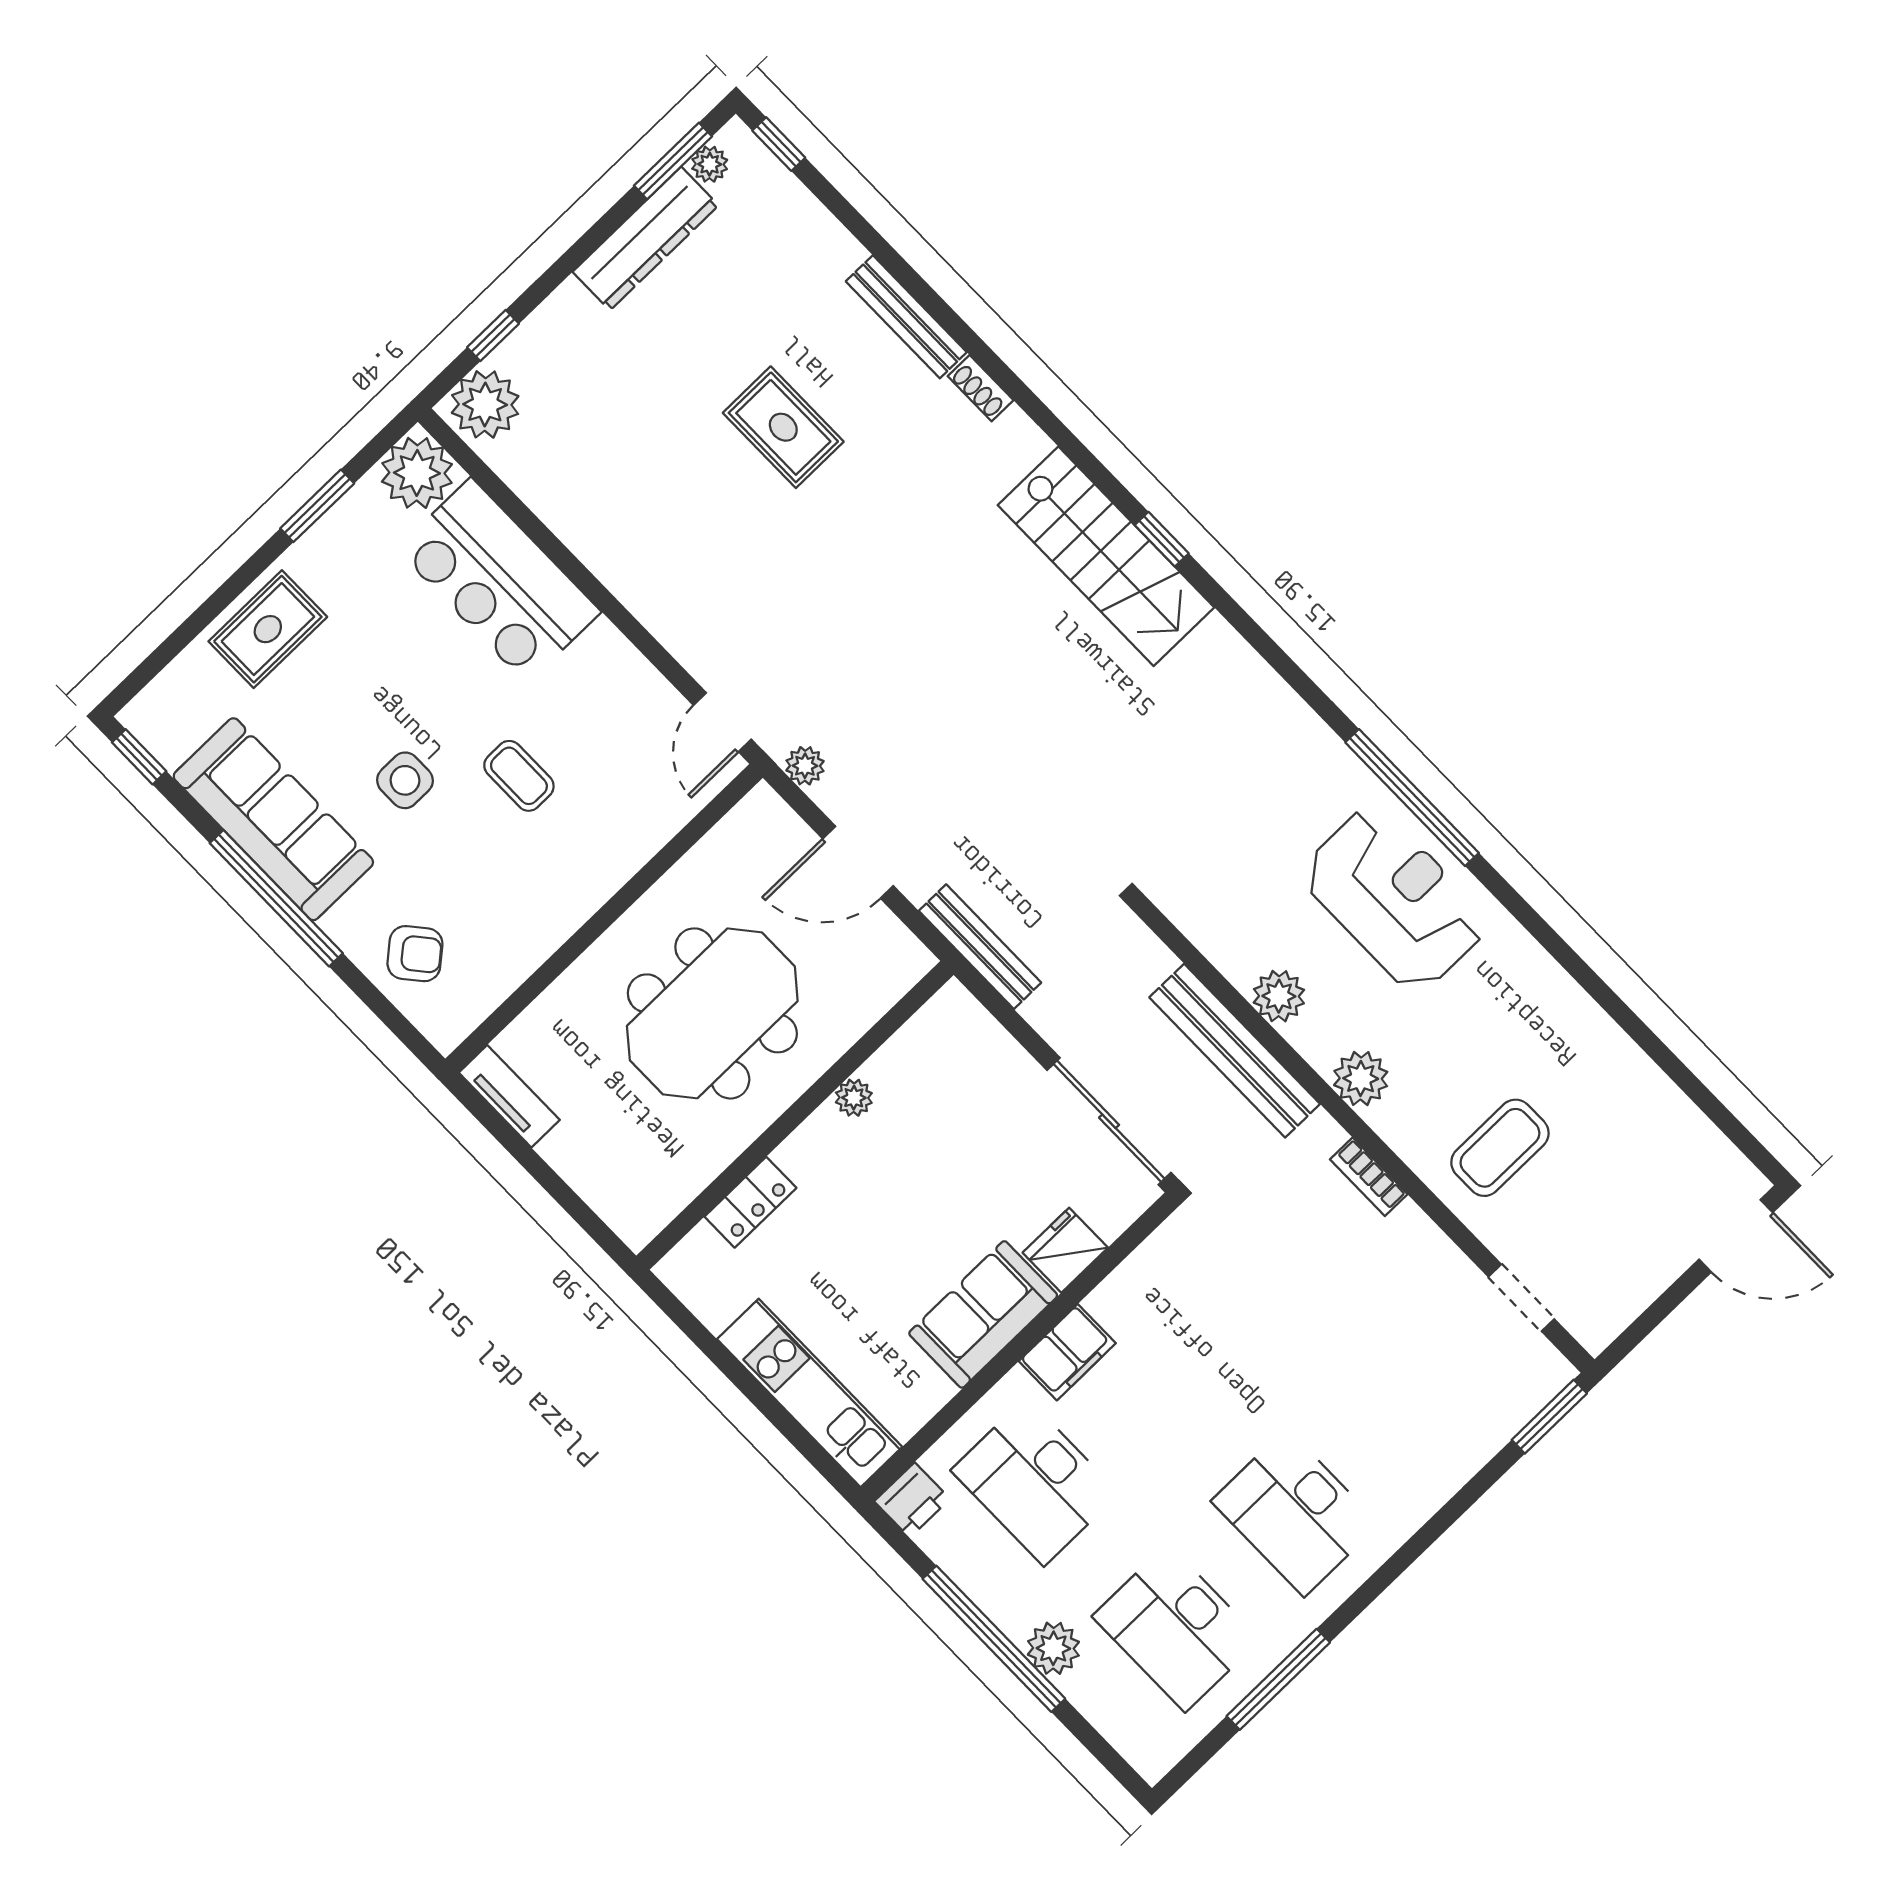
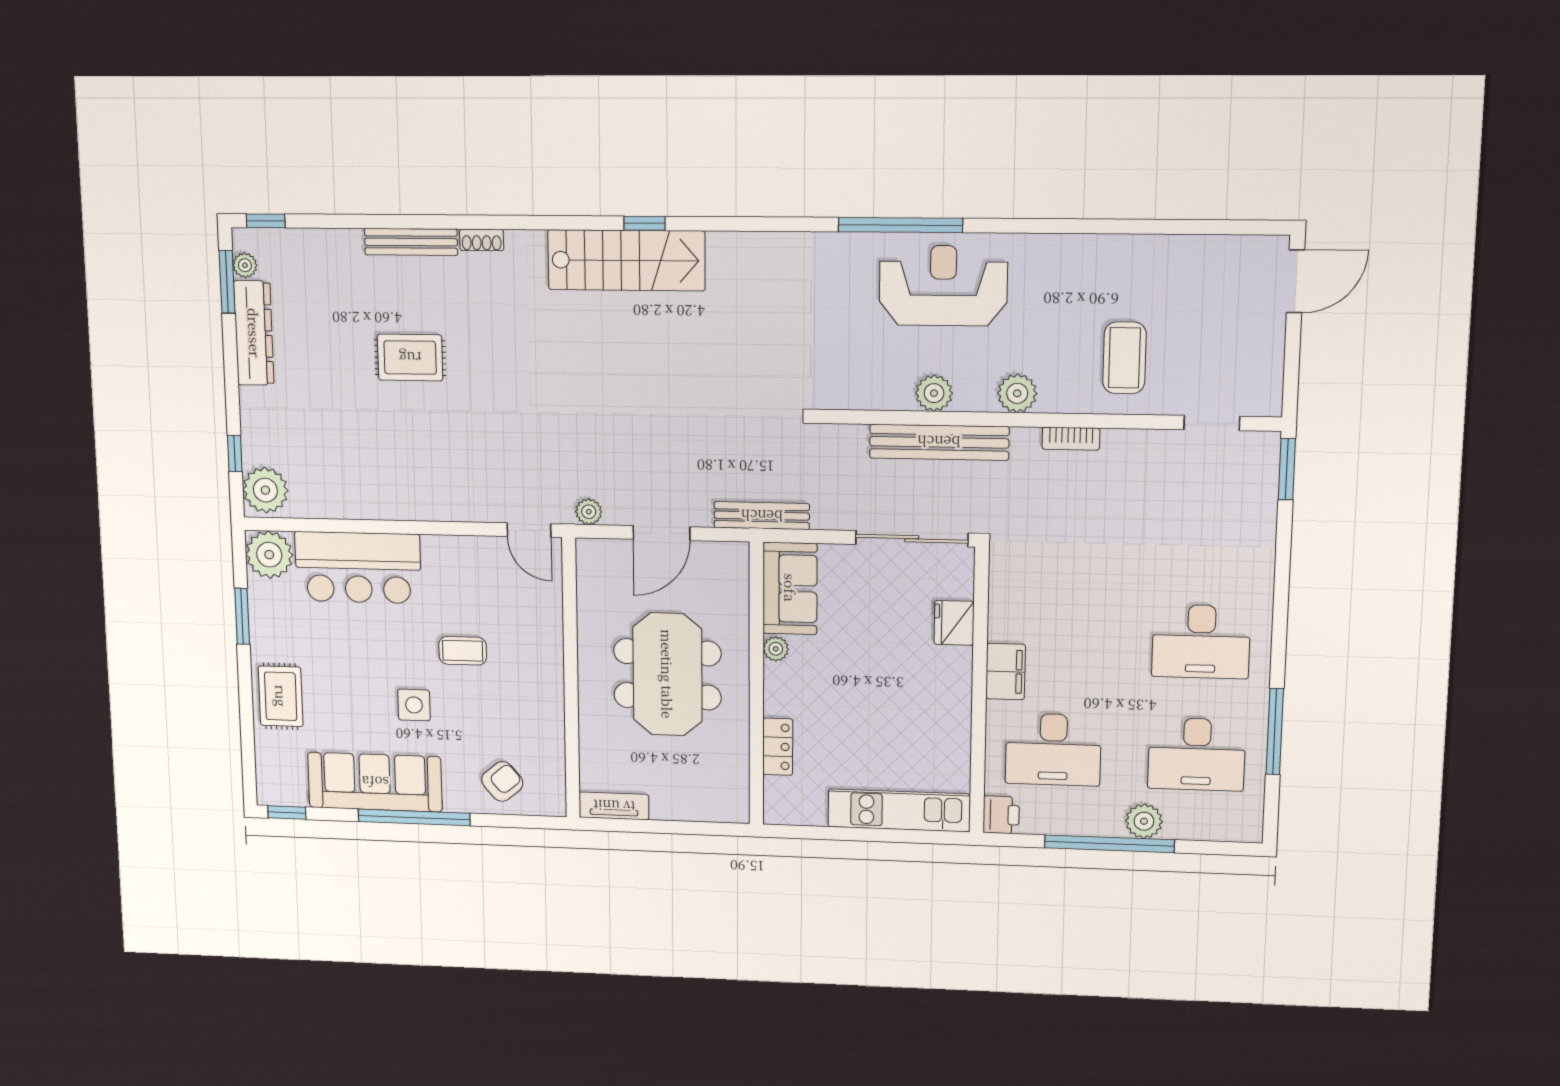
sofa: (983, 1314) -> (790, 588), moved, turned 180

